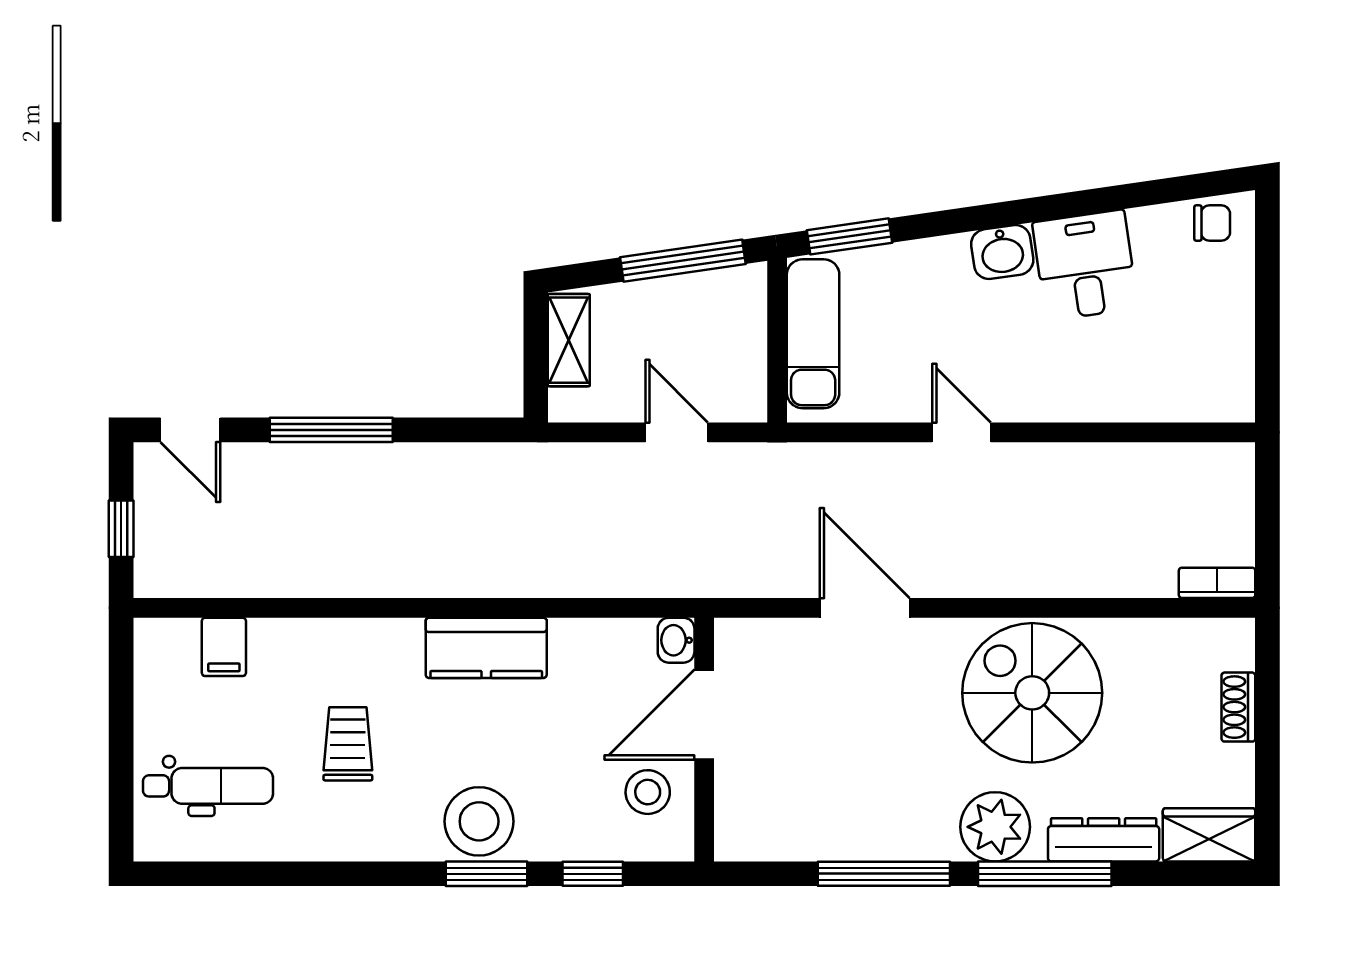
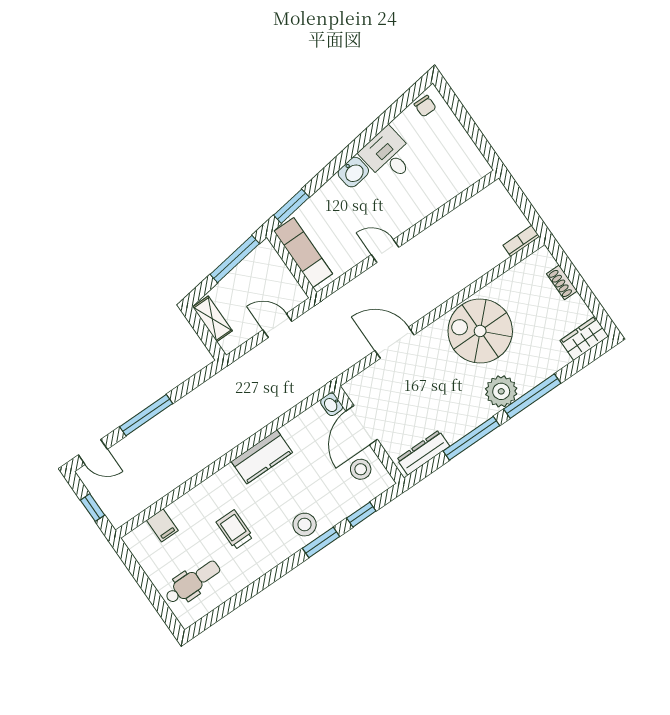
chair: (1212, 223) -> (425, 106), turned 90
stool: (479, 821) -> (305, 525), width x0.73, depth x0.73
dresser: (1104, 840) -> (423, 453), moved

